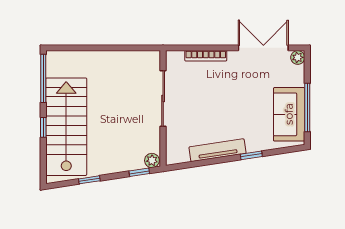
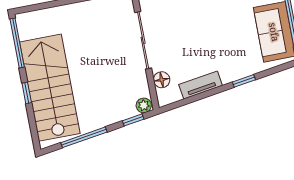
floor lamp: (174, 139) -> (162, 80), added
tv unit: (217, 150) -> (201, 85), width x0.71
window: (89, 180) -> (84, 137), width x2.17

